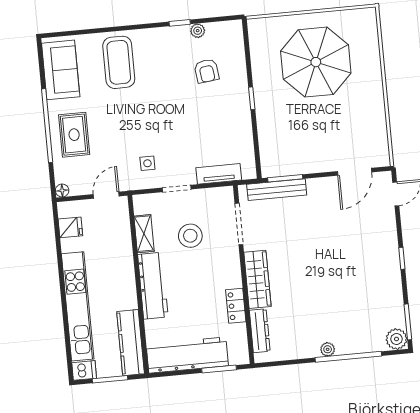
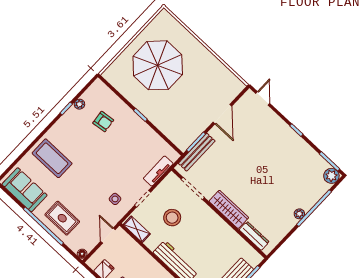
door: (355, 172) -> (222, 114), moved
shelving: (144, 234) -> (137, 229), moved
locker: (236, 306) -> (230, 234), removed

